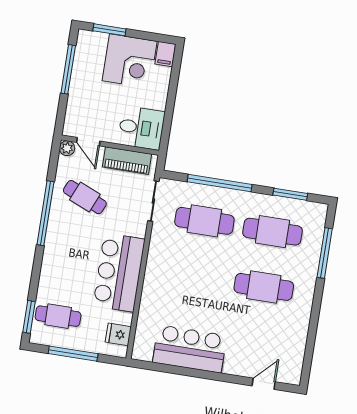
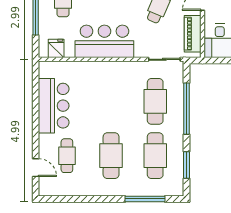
cafe table: (255, 342) -> (67, 156), added

